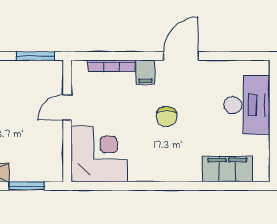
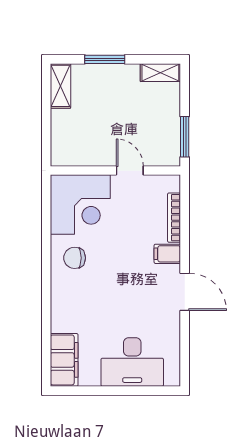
chair: (167, 117) -> (75, 258), moved
filing cabinet: (227, 169) -> (64, 360), moved
window: (27, 186) -> (46, 128), removed

